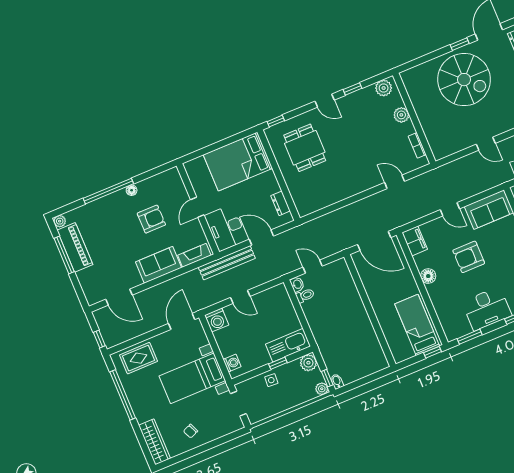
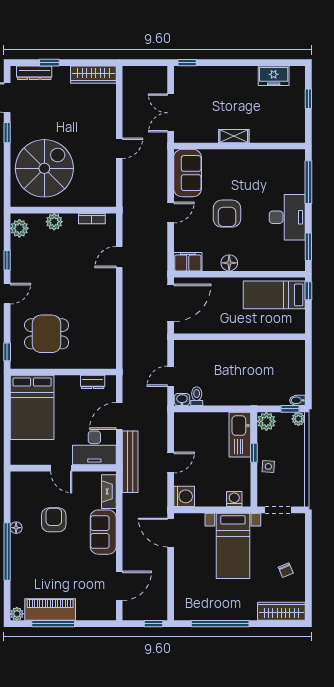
spiral stairs: (464, 80) -> (44, 168), moved
rug: (139, 358) -> (190, 592), removed

